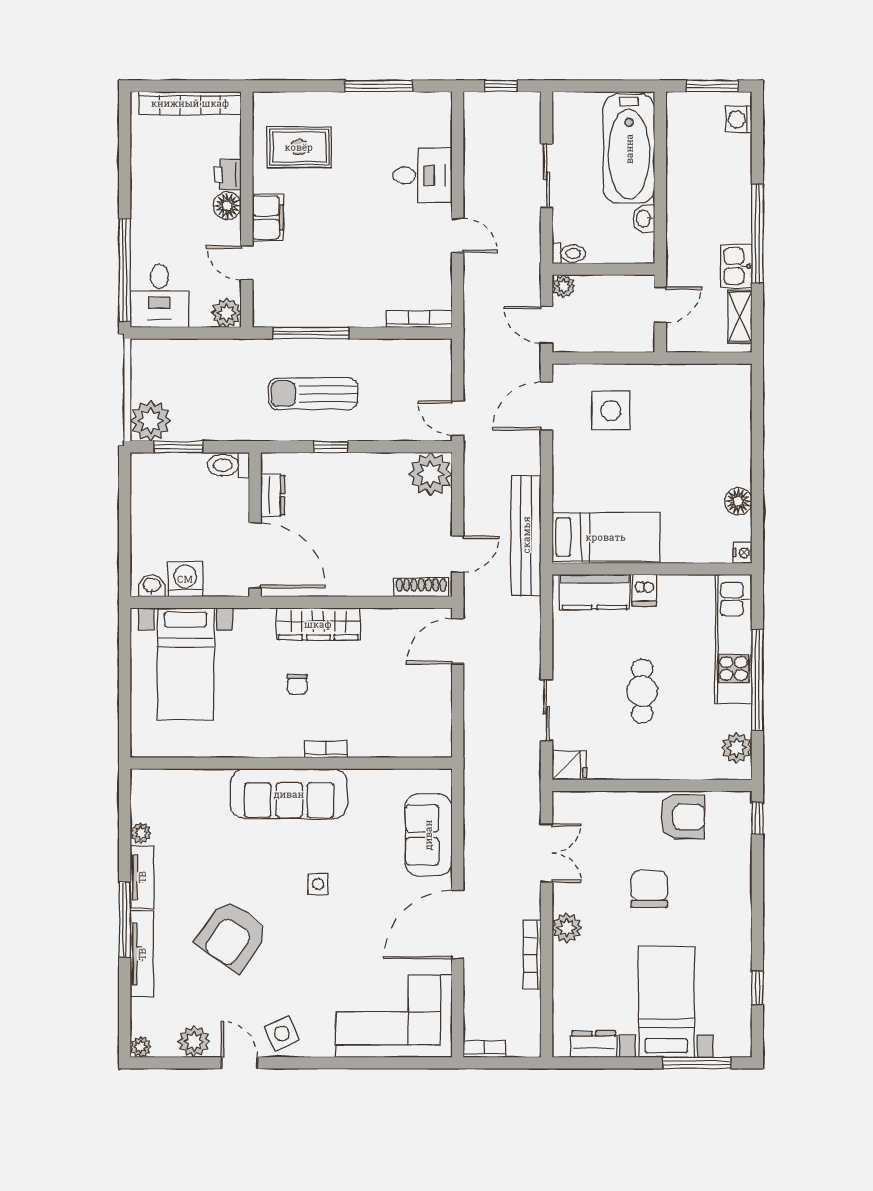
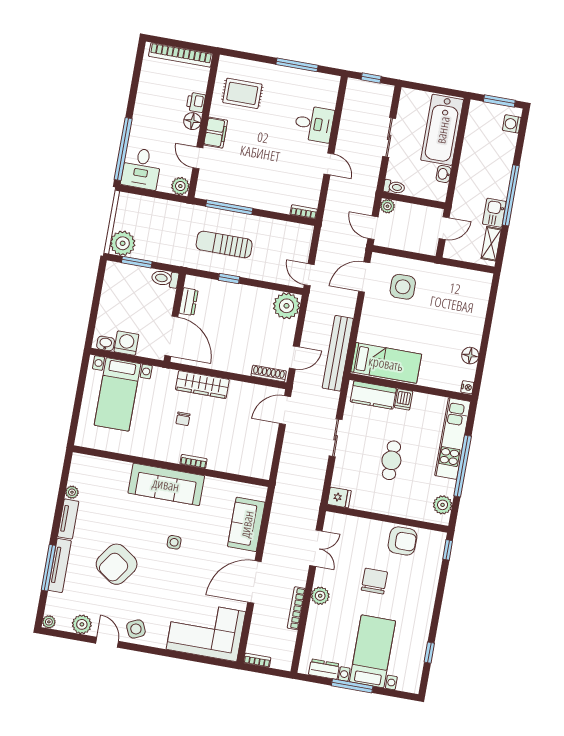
bookcase: (419, 319) -> (304, 212), width x0.64
sliding door: (546, 710) -> (336, 438), moved
window: (125, 920) -> (49, 568), moved
window: (697, 1063) -> (352, 686), moved

